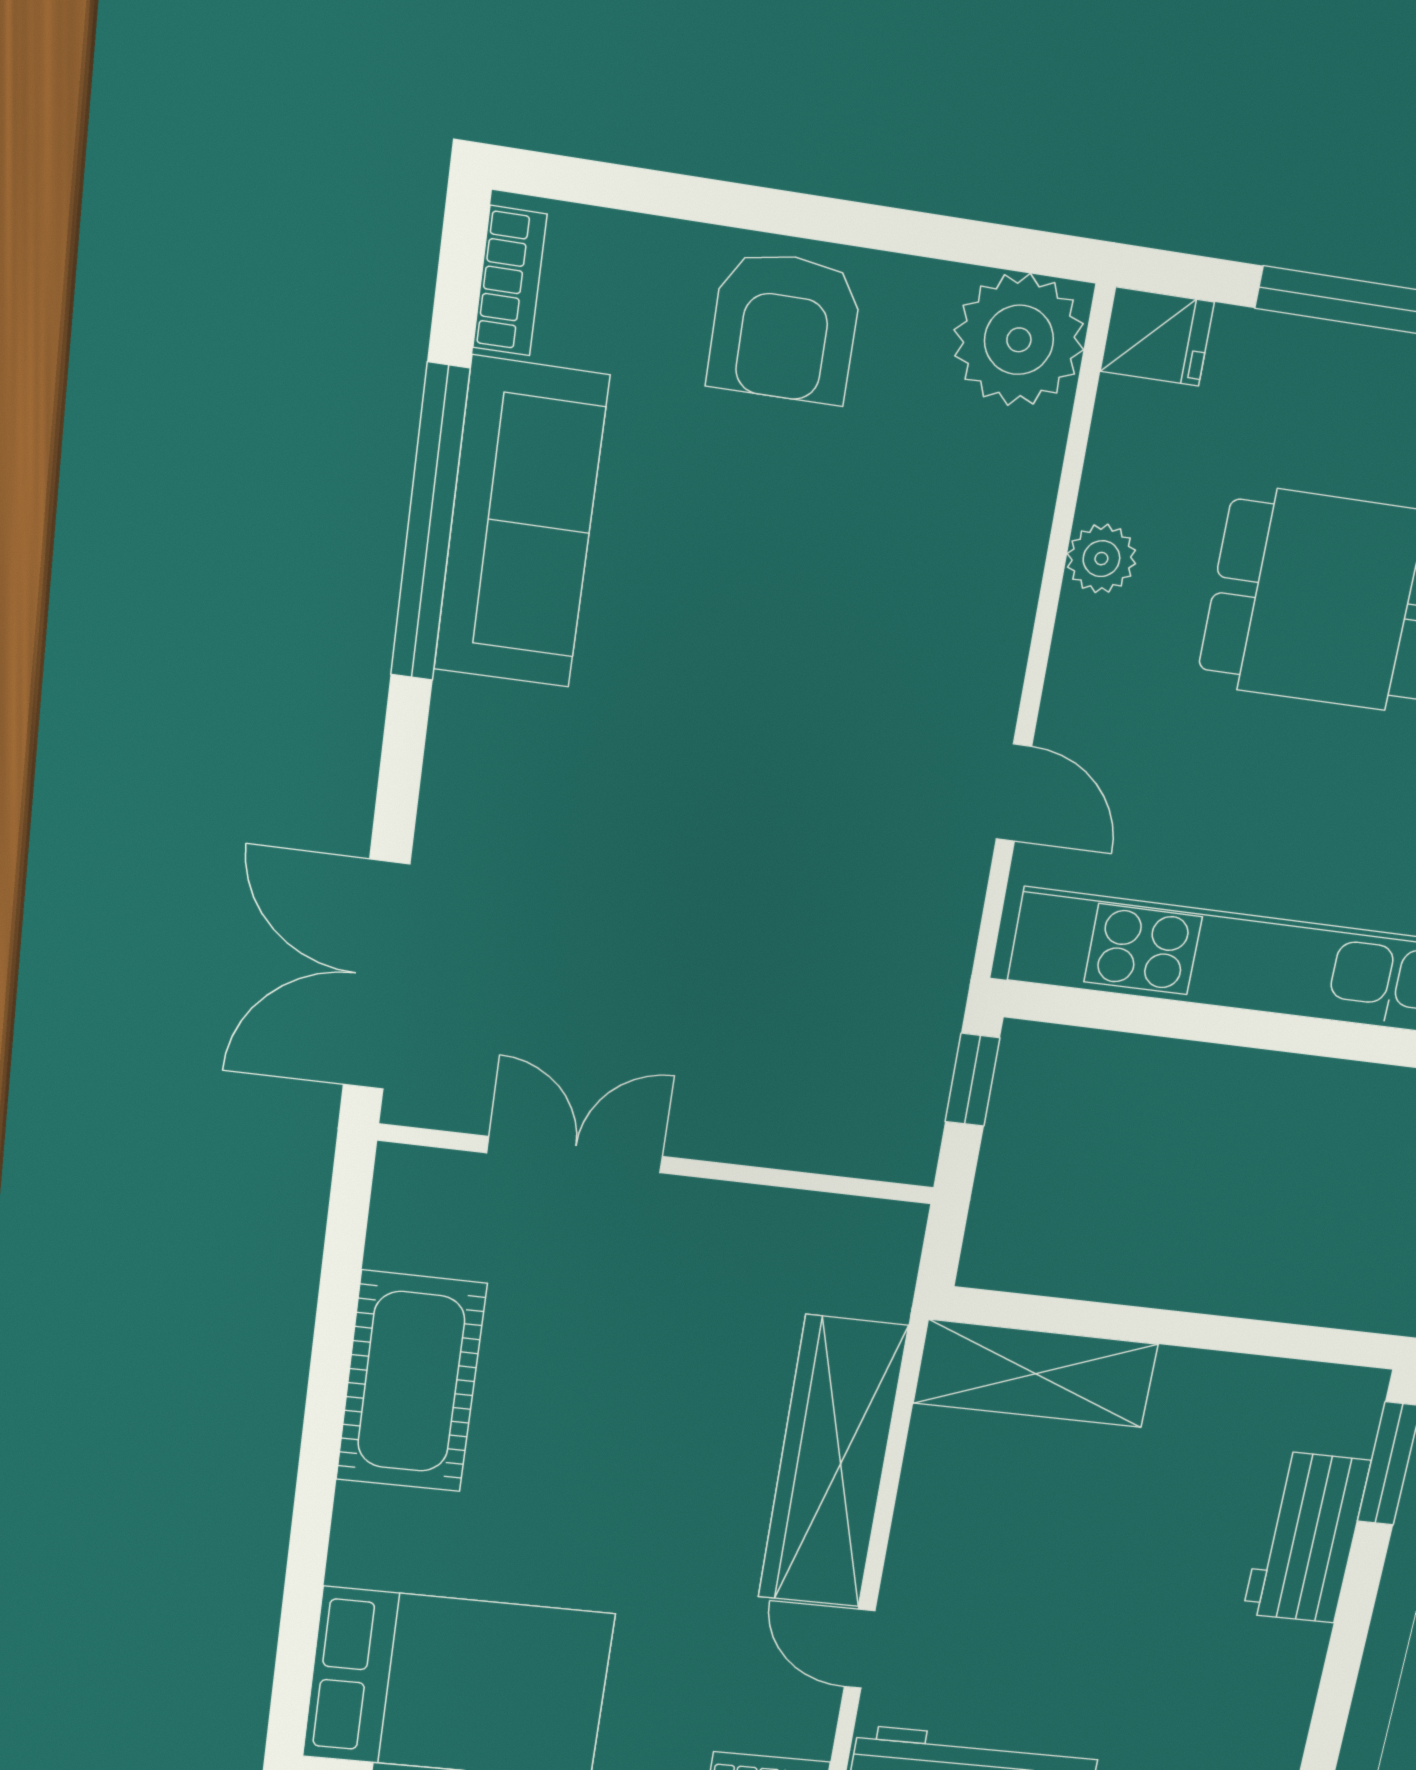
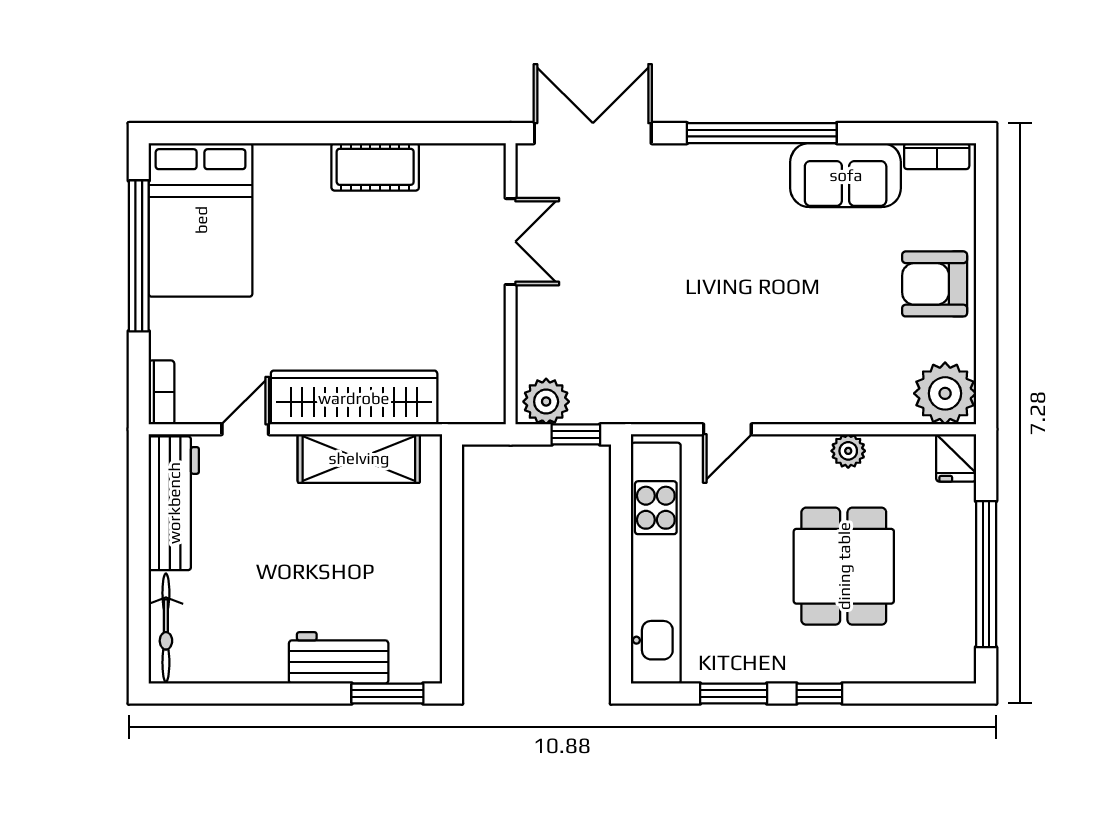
window: (430, 523) -> (762, 133), moved
sofa: (521, 524) -> (846, 175), width x0.73
plant: (899, 1126) -> (546, 402), added
shelving: (1036, 1374) -> (359, 458), moved, turned 90
cot: (411, 1382) -> (375, 167), width x0.73, depth x0.75

